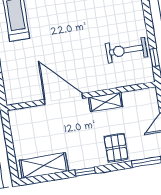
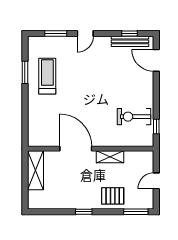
pallet: (116, 148) -> (113, 196), turned 90
shelving: (44, 166) -> (35, 170), moved, turned 90

